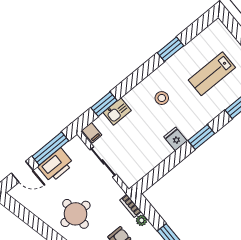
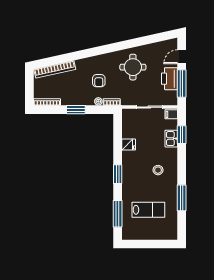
window: (170, 49) -> (182, 198), width x1.44
lab bench: (212, 74) -> (148, 210), turned 90
fridge: (175, 139) -> (129, 144), moved

